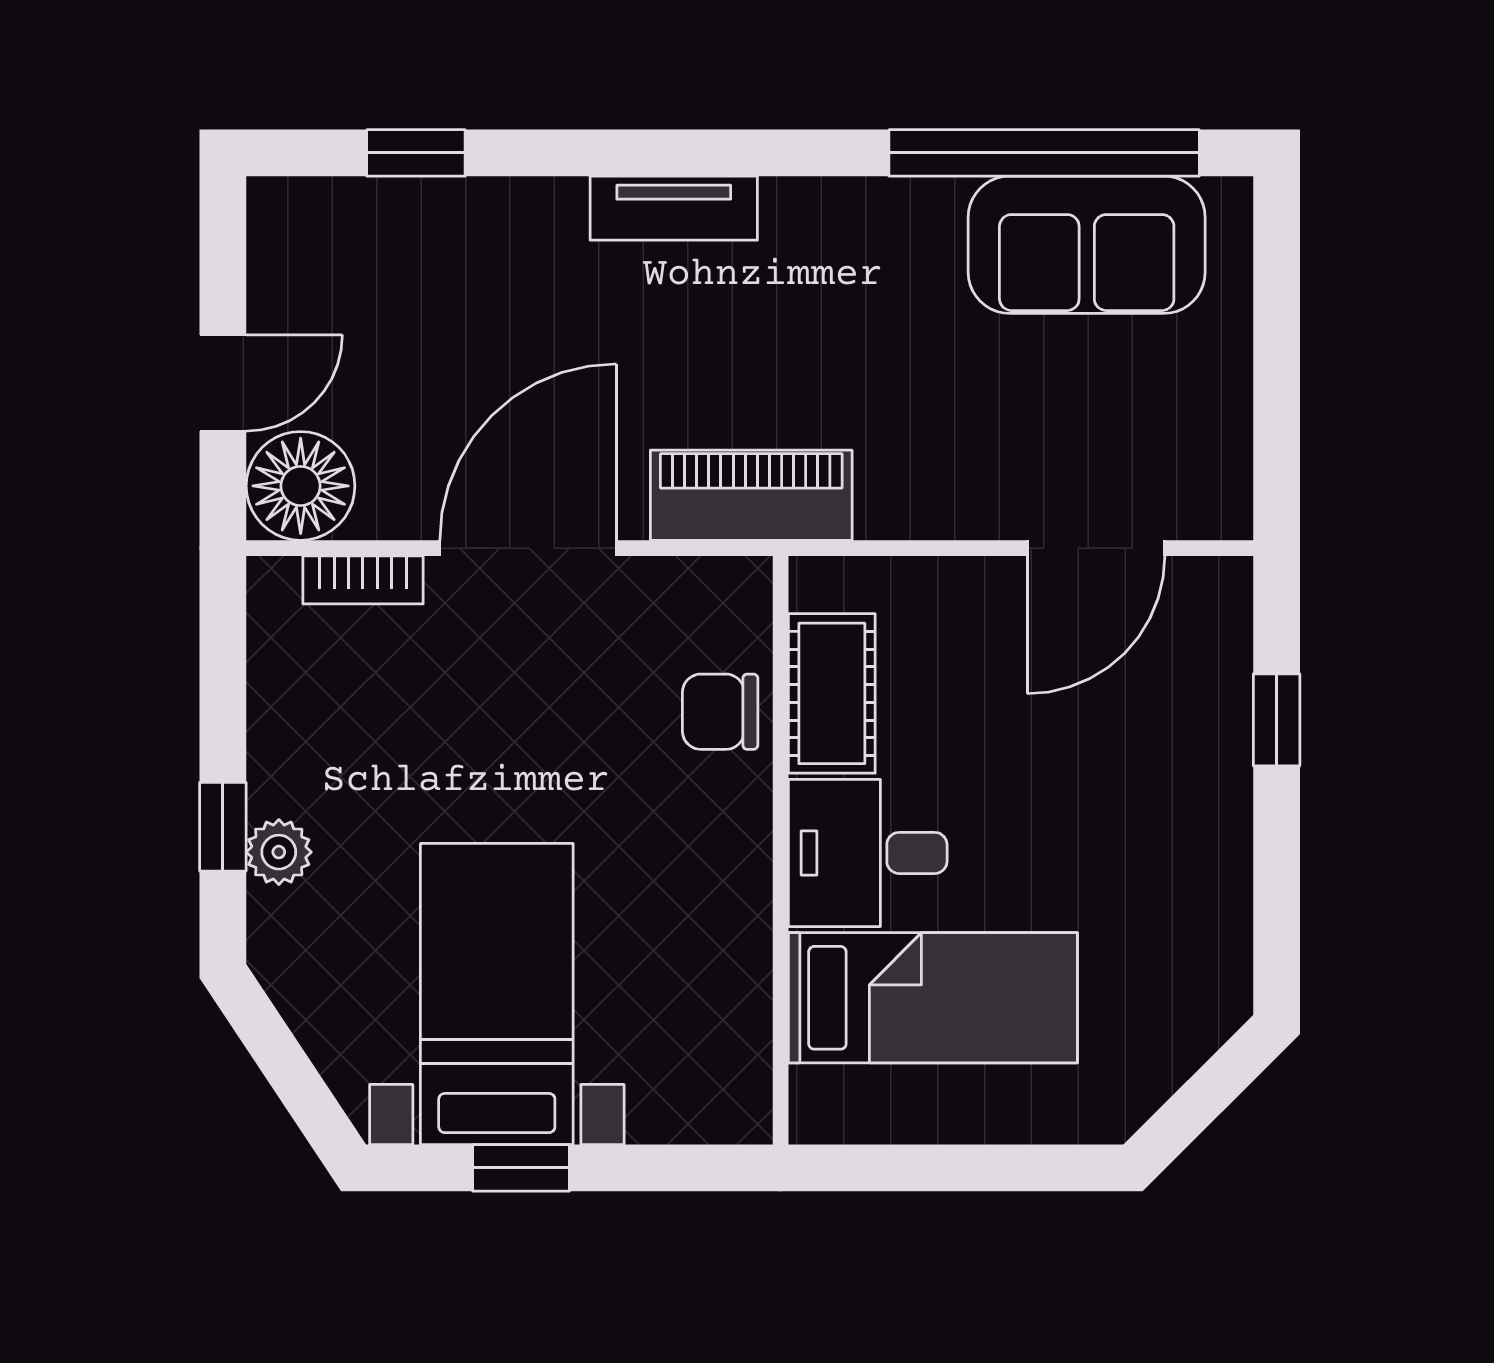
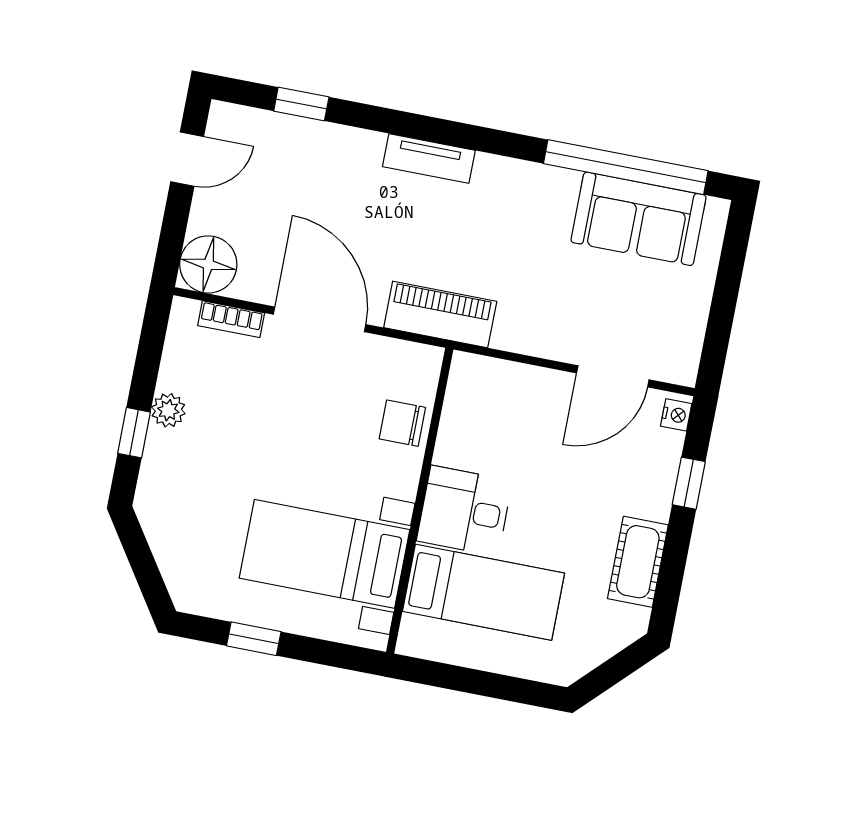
door: (223, 383) -> (187, 159), moved
door: (528, 548) -> (320, 319), hinge flipped
nightstand: (1228, 597) -> (676, 415), added
cot: (832, 693) -> (638, 562), moved
plant: (279, 852) -> (168, 410), moved
bed with nightstands: (497, 994) -> (325, 554), moved, turned -90

